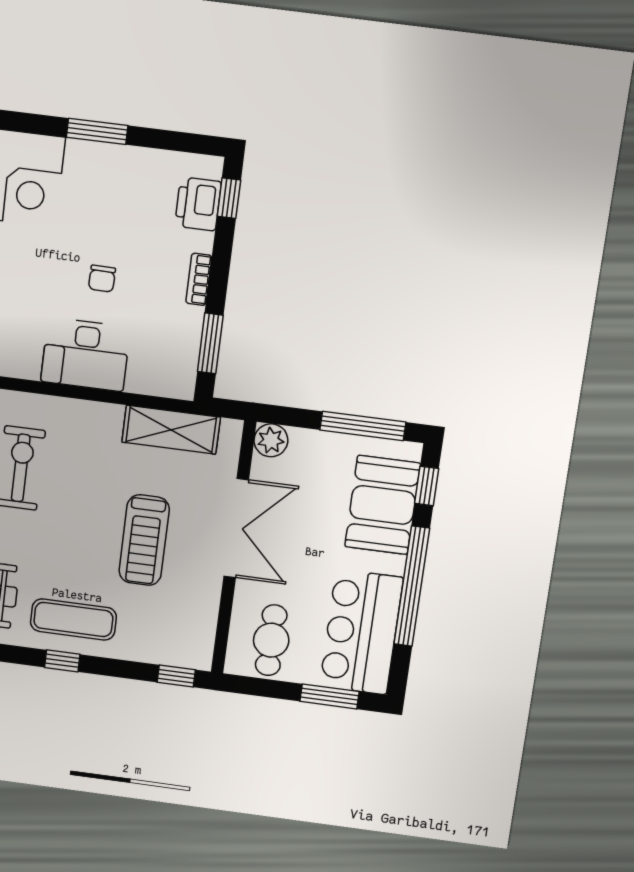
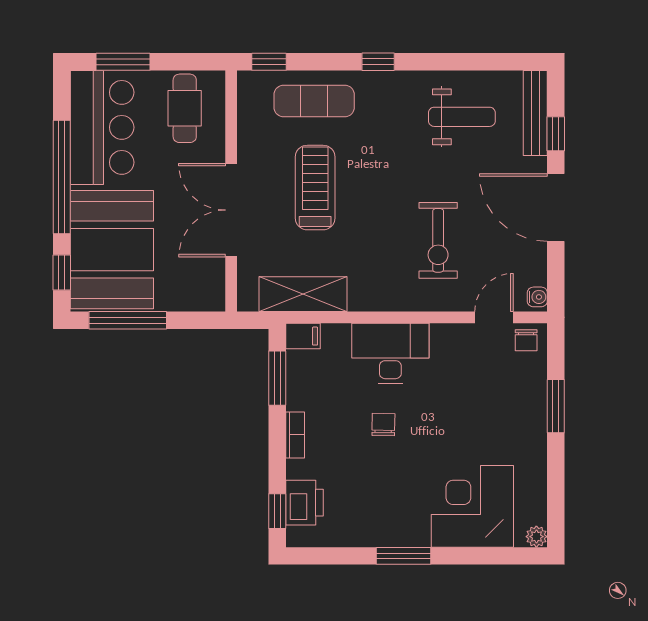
filing cabinet: (177, 385) -> (303, 336), added
plant: (271, 440) -> (210, 296), removed
booth: (382, 505) -> (112, 250), width x1.36, depth x1.42
exercise mat: (73, 619) -> (314, 101), moved

